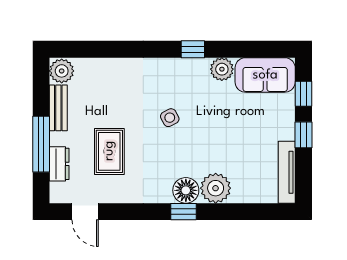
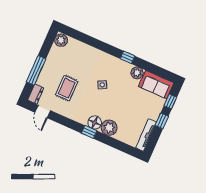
bench: (58, 108) -> (52, 57), removed
dresser: (59, 164) -> (36, 94), moved

